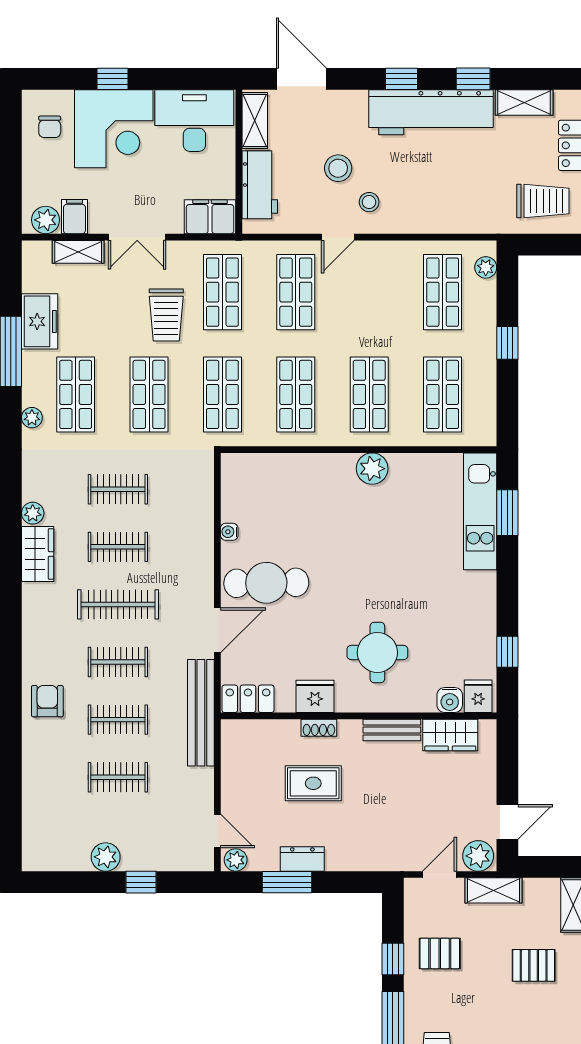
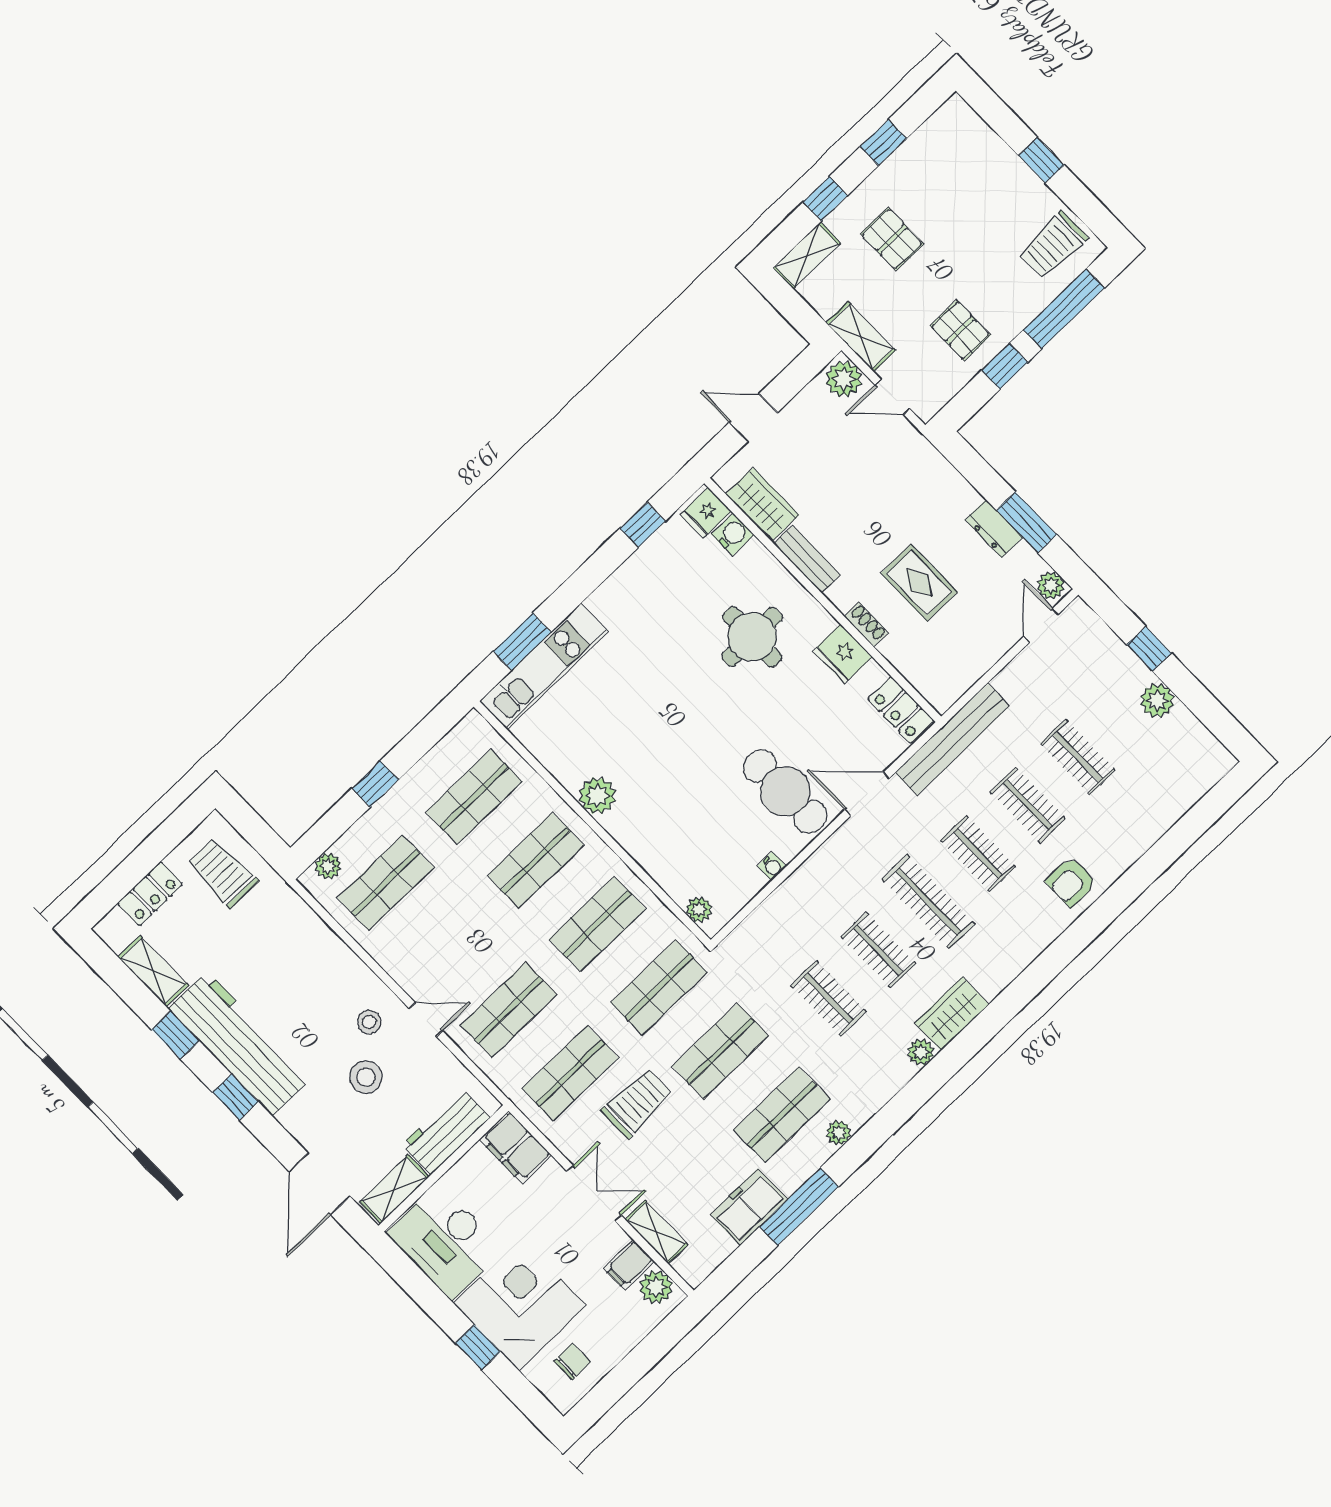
plant: (246, 463) -> (699, 910), added
door: (507, 822) -> (753, 418), moved

